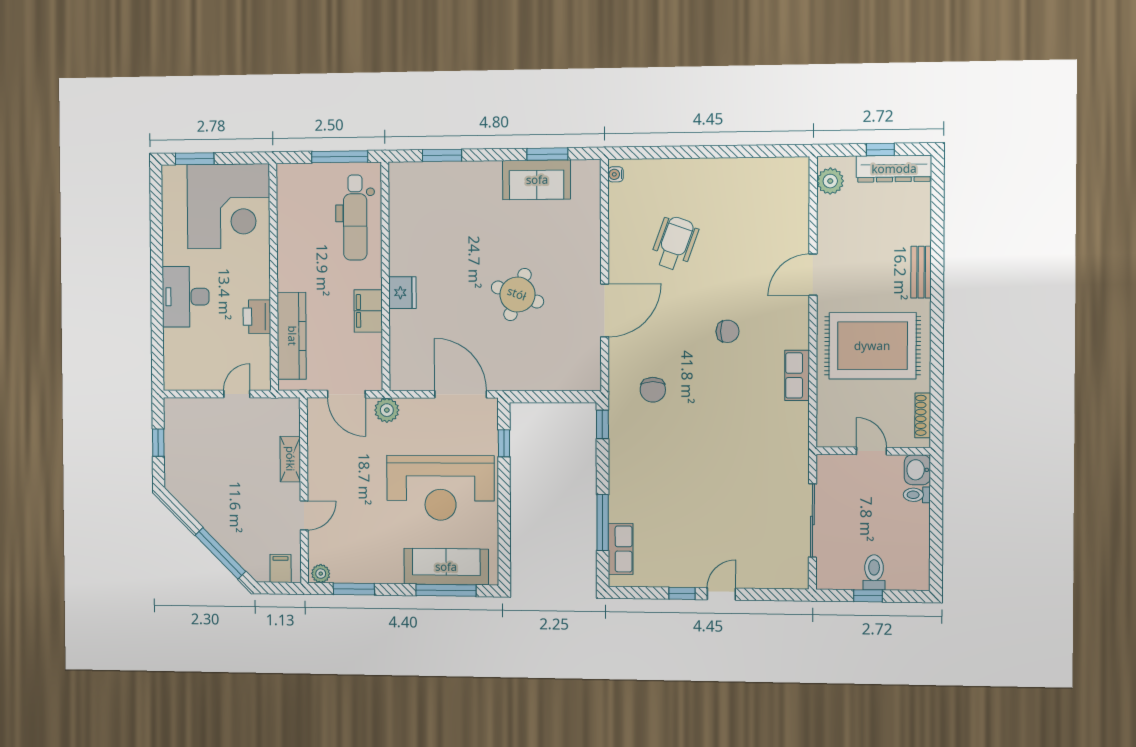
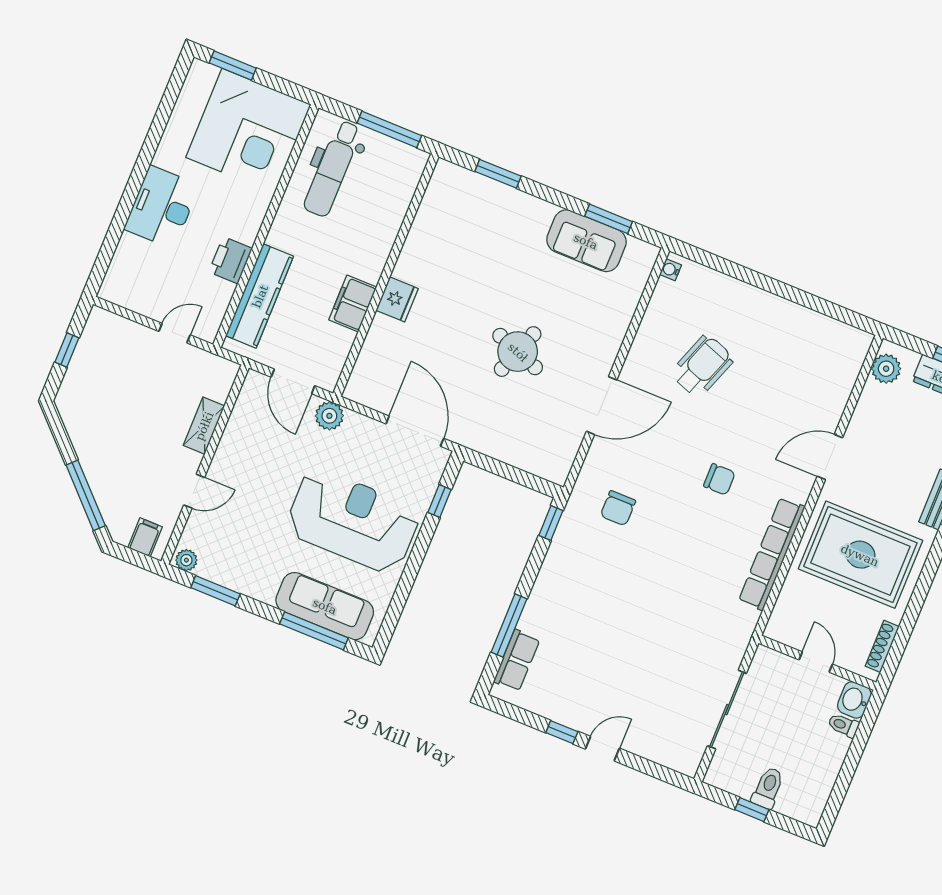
dental chair: (355, 218) -> (333, 169), moved
row of seats: (797, 375) -> (772, 554), width x2.02
reception desk: (440, 488) -> (353, 521), turned 180

